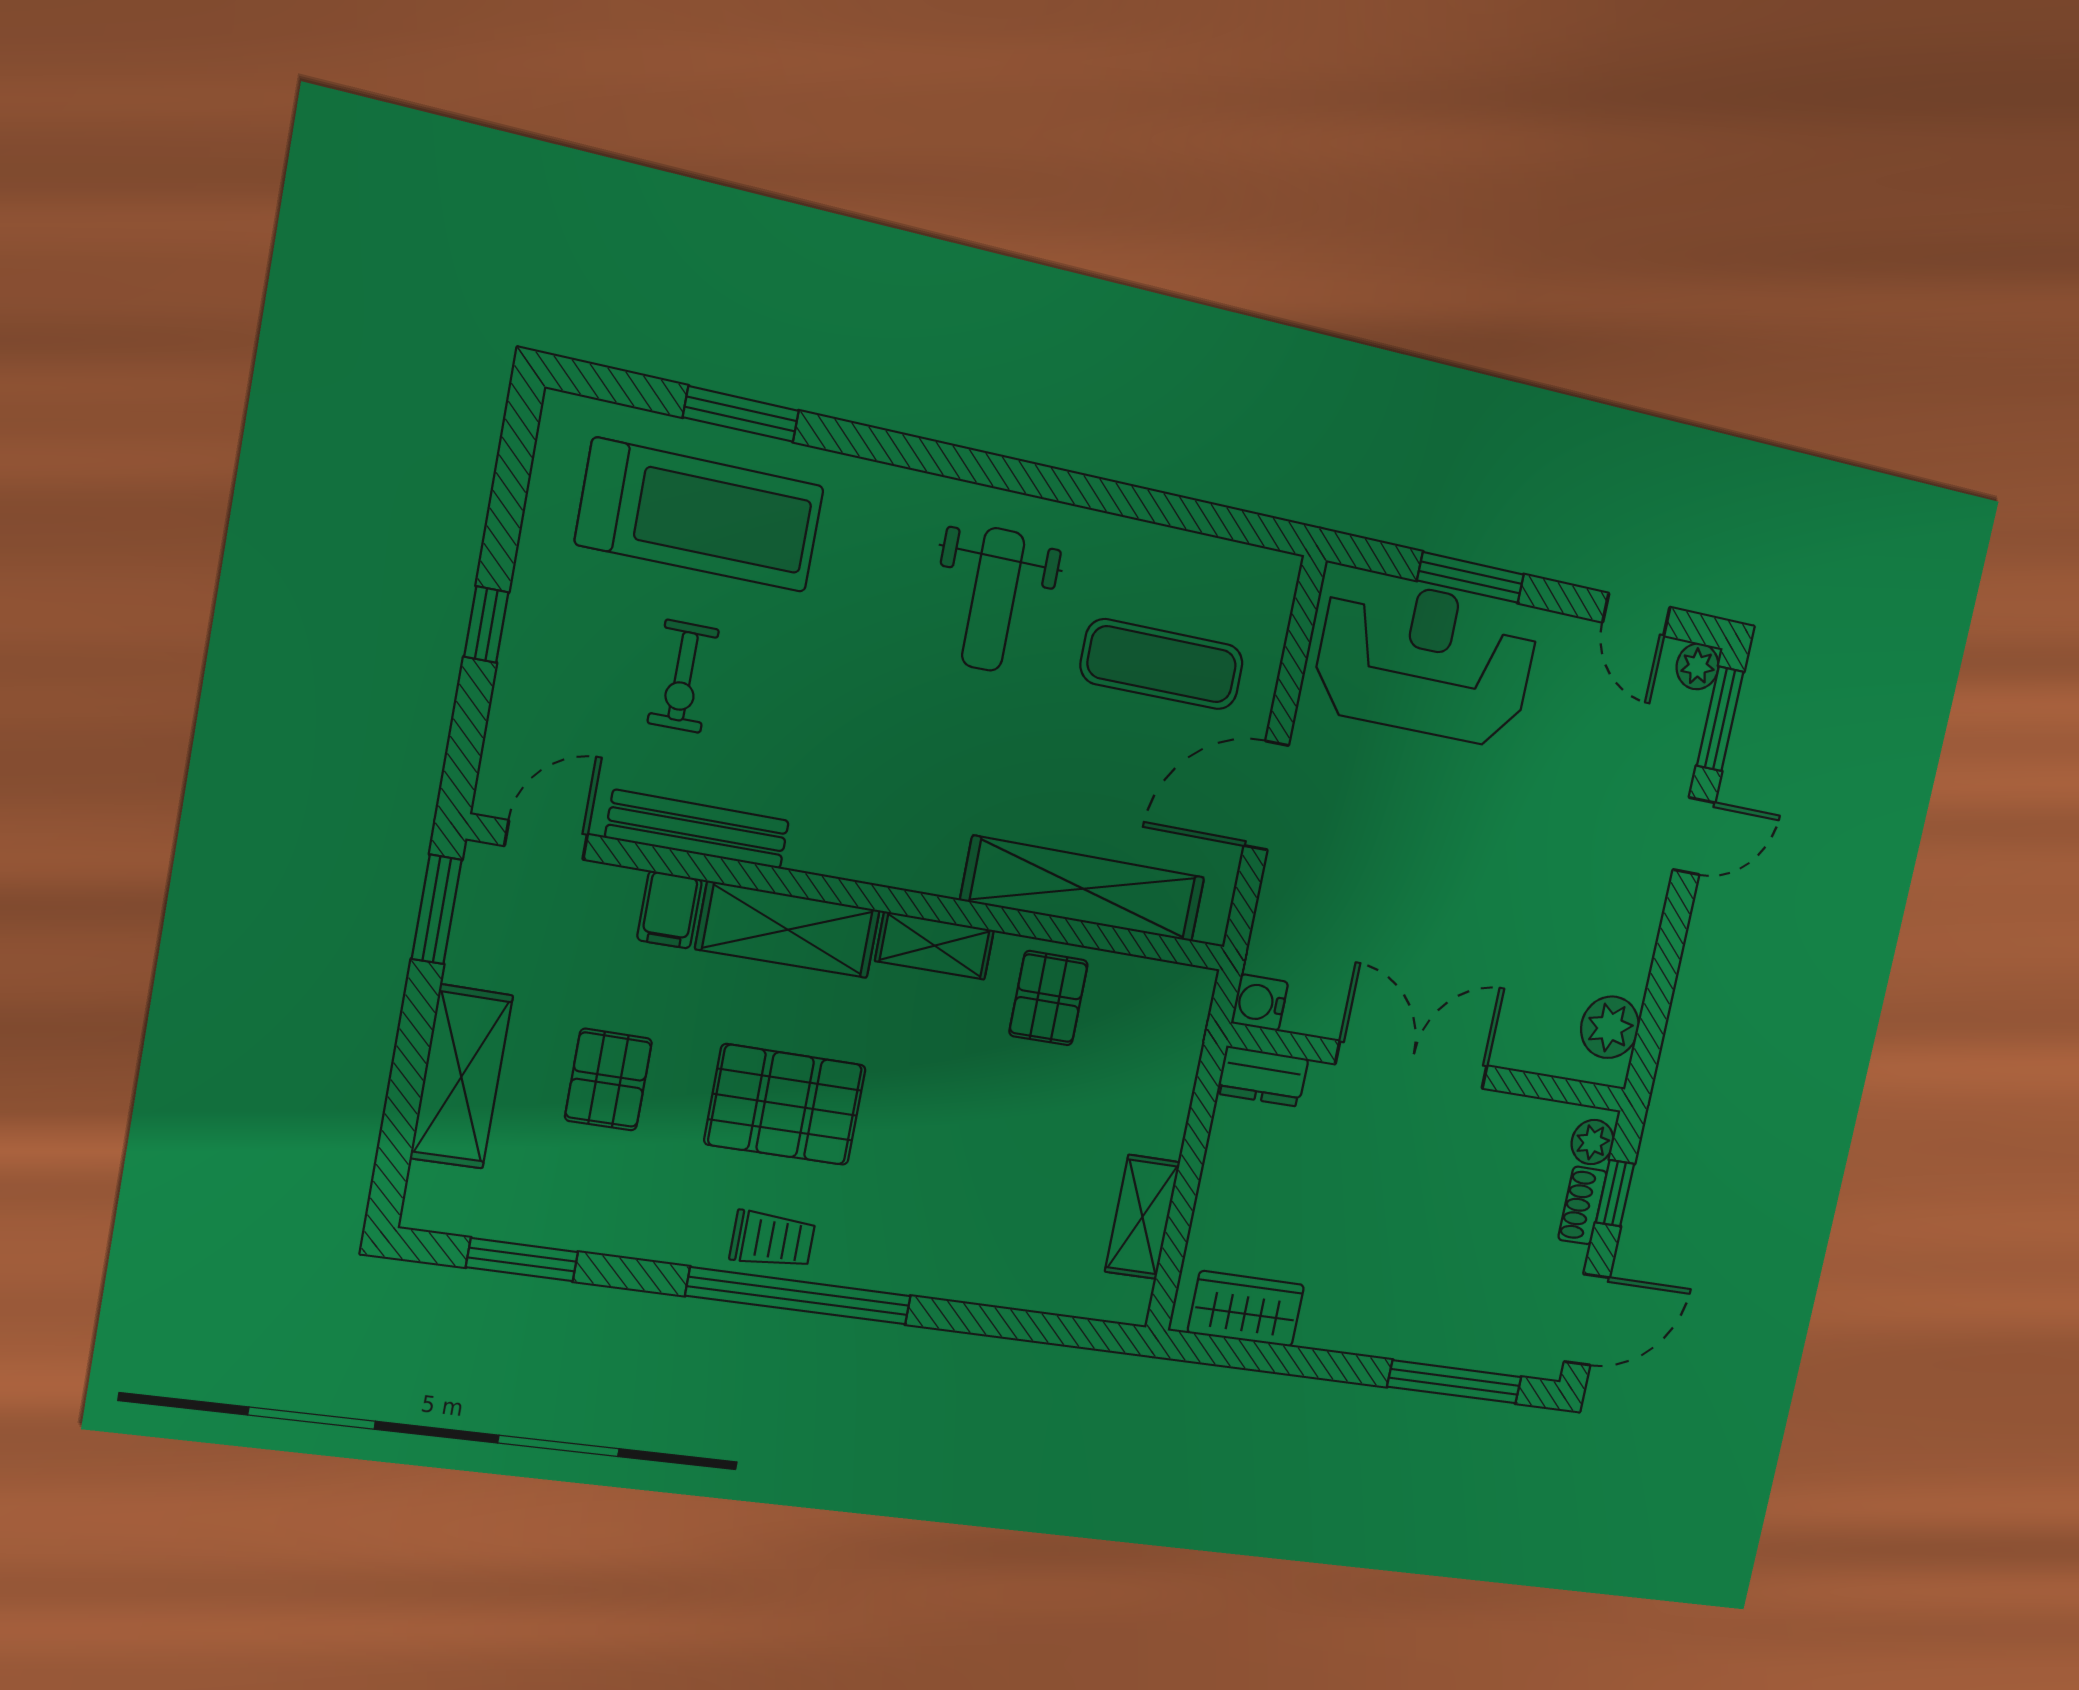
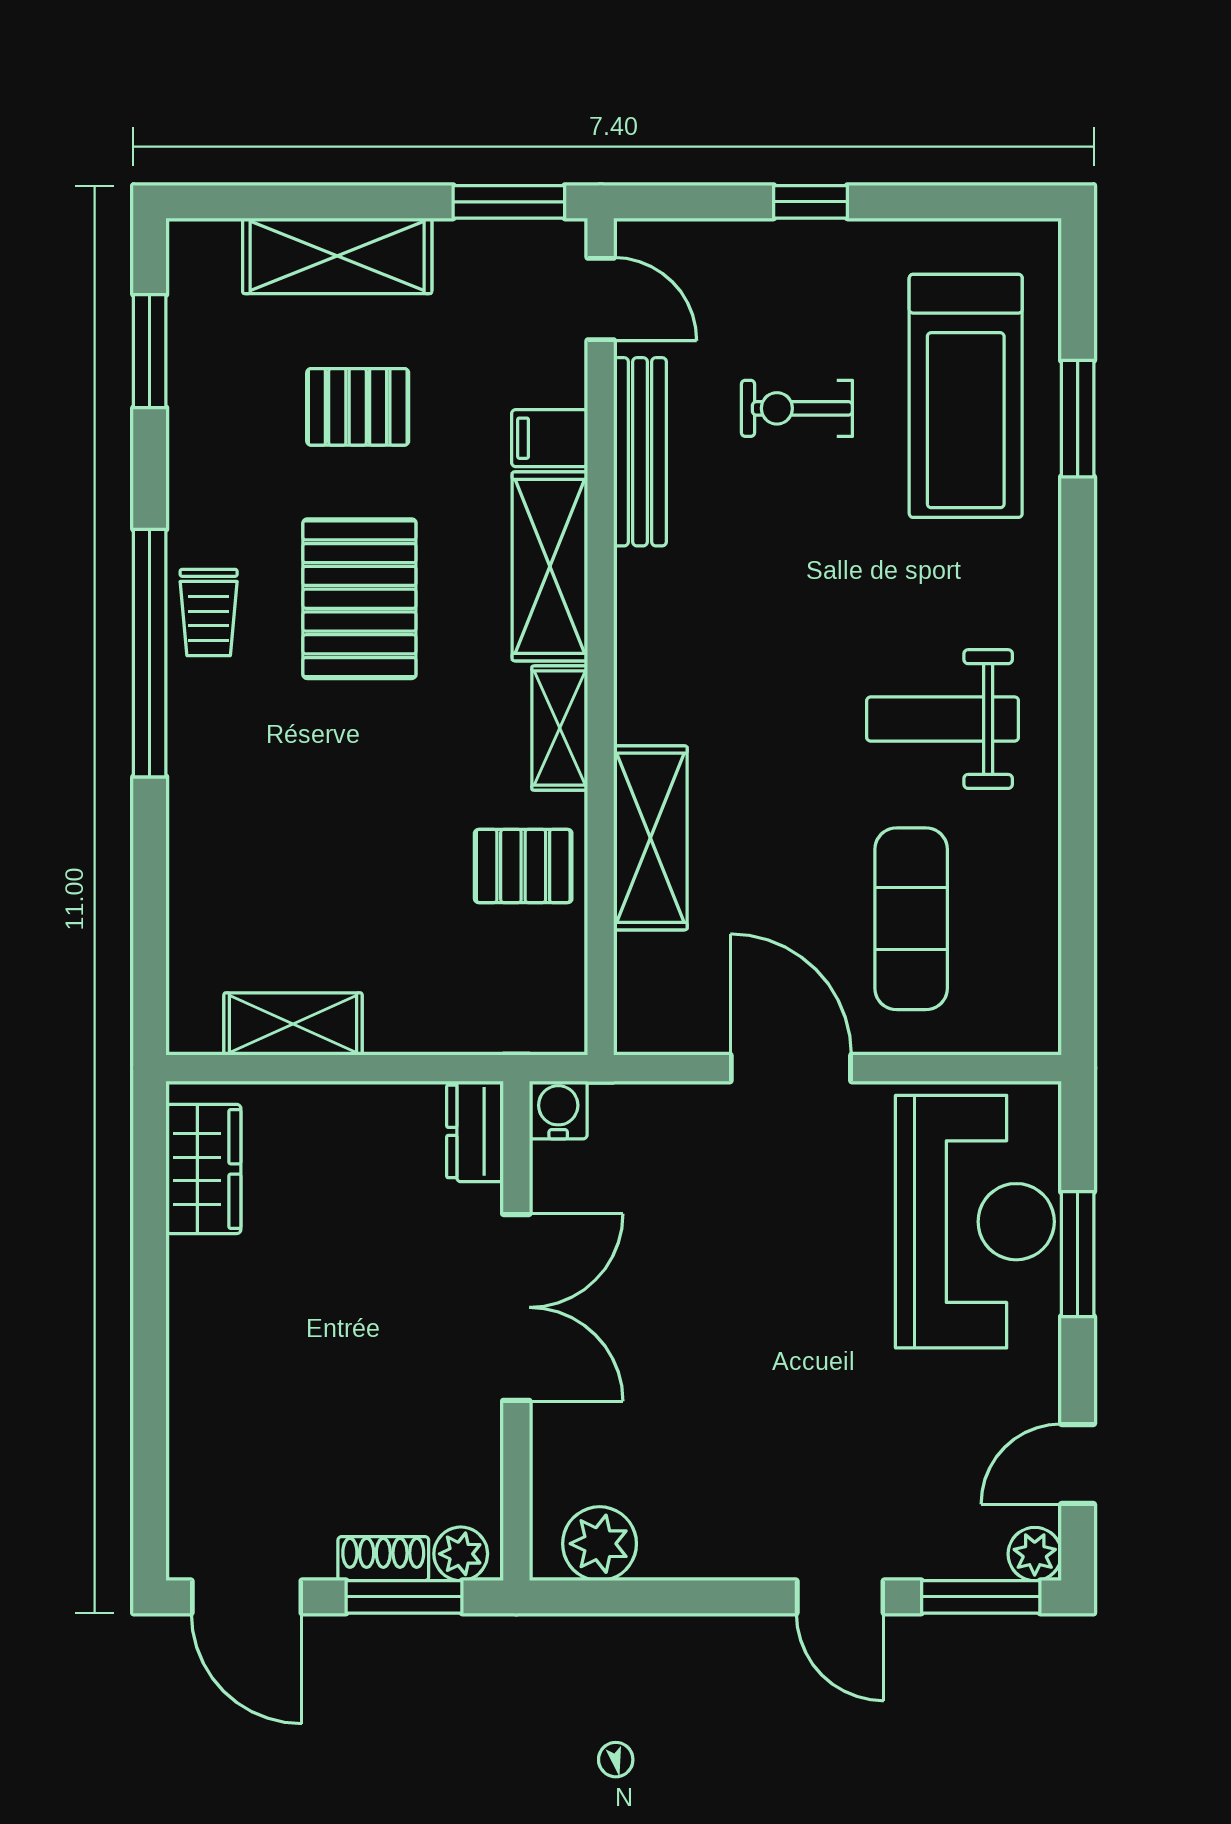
shelving: (1083, 889) -> (650, 838), width x0.68
window: (1615, 1193) -> (404, 1597), width x1.50
window: (1455, 1382) -> (150, 1445), removed

